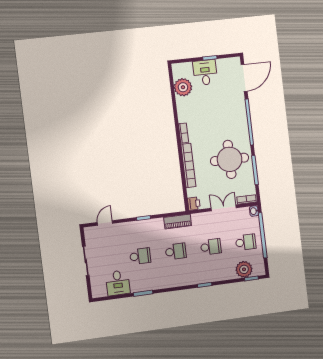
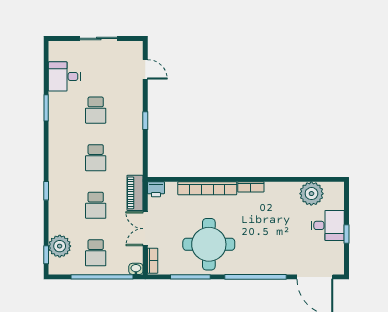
double door: (224, 208) -> (145, 229), swing flipped
piano: (178, 221) -> (135, 193), moved

